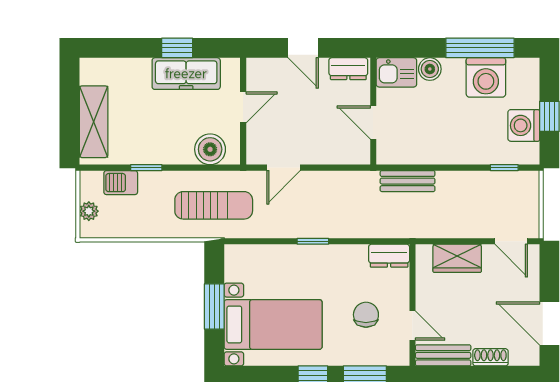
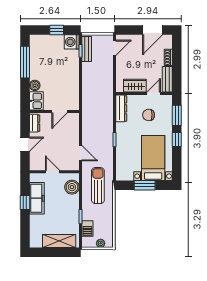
washing machine: (486, 77) -> (39, 59), removed
washing machine: (524, 125) -> (72, 42), moved, turned 90
bench: (408, 181) -> (87, 49), moved
dresser: (389, 256) -> (121, 108), width x1.44
wardrobe: (457, 258) -> (135, 86), moved, turned -90

